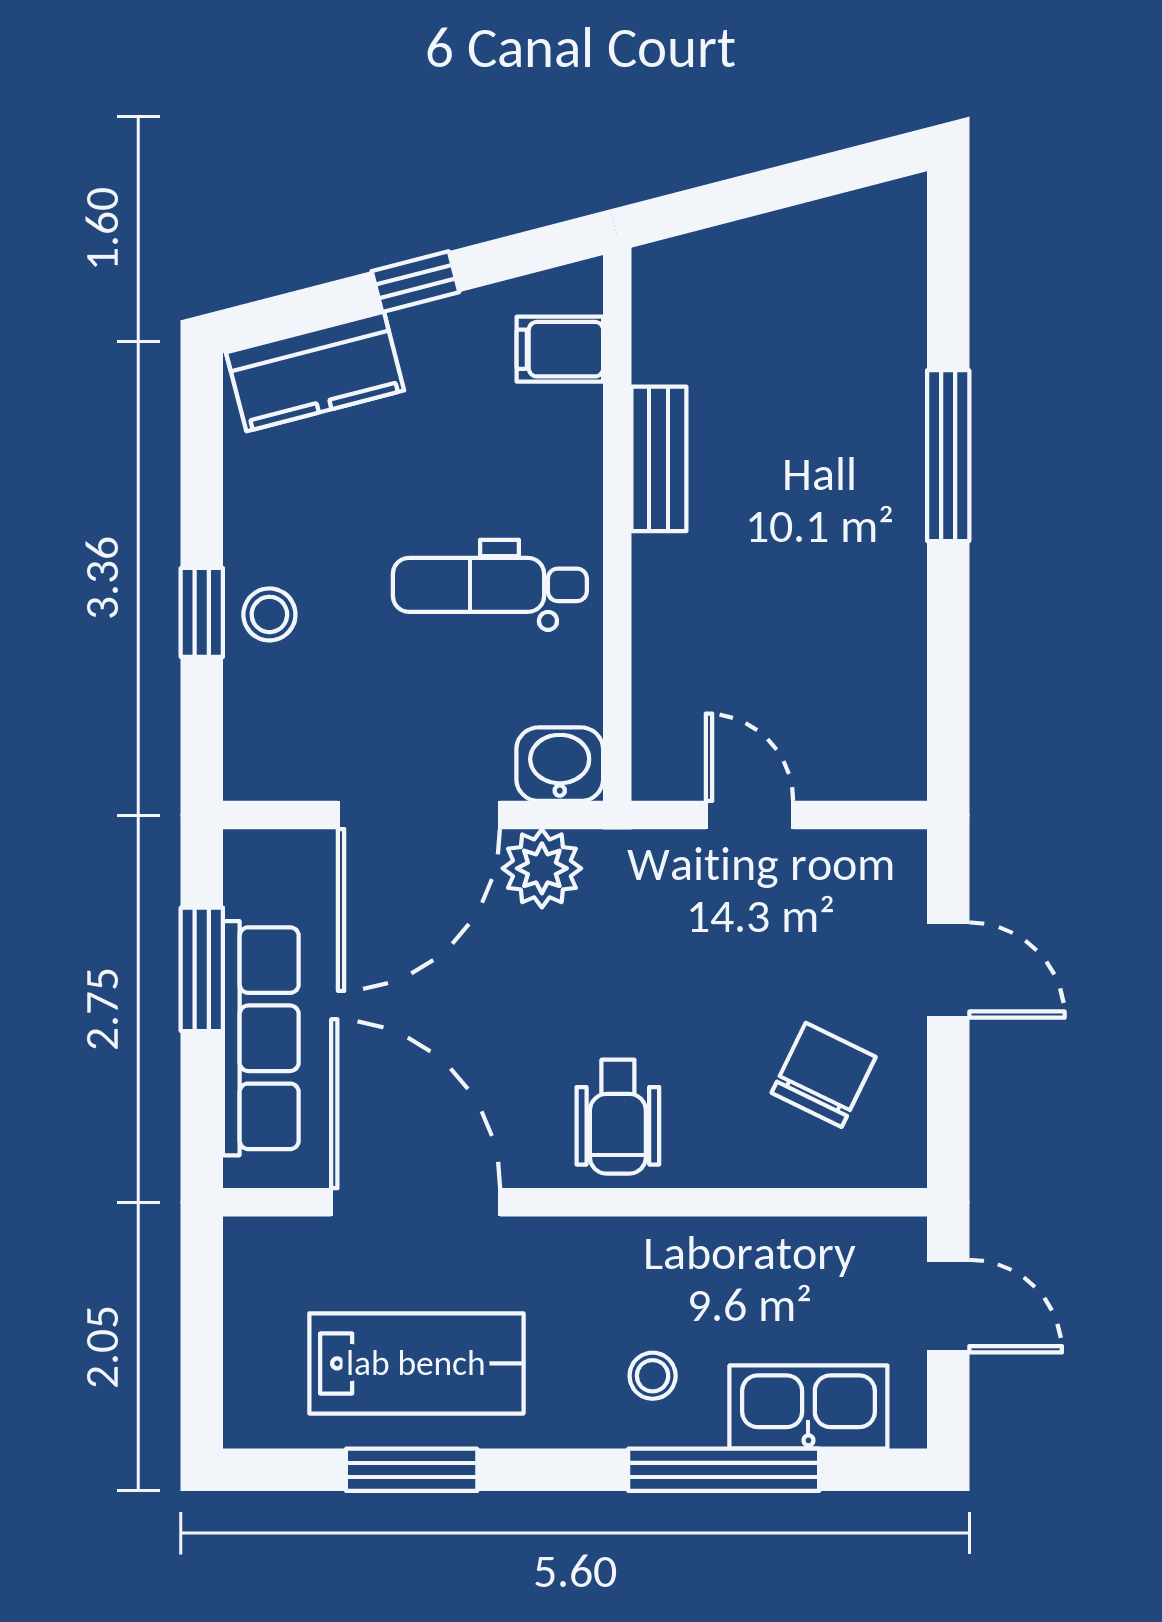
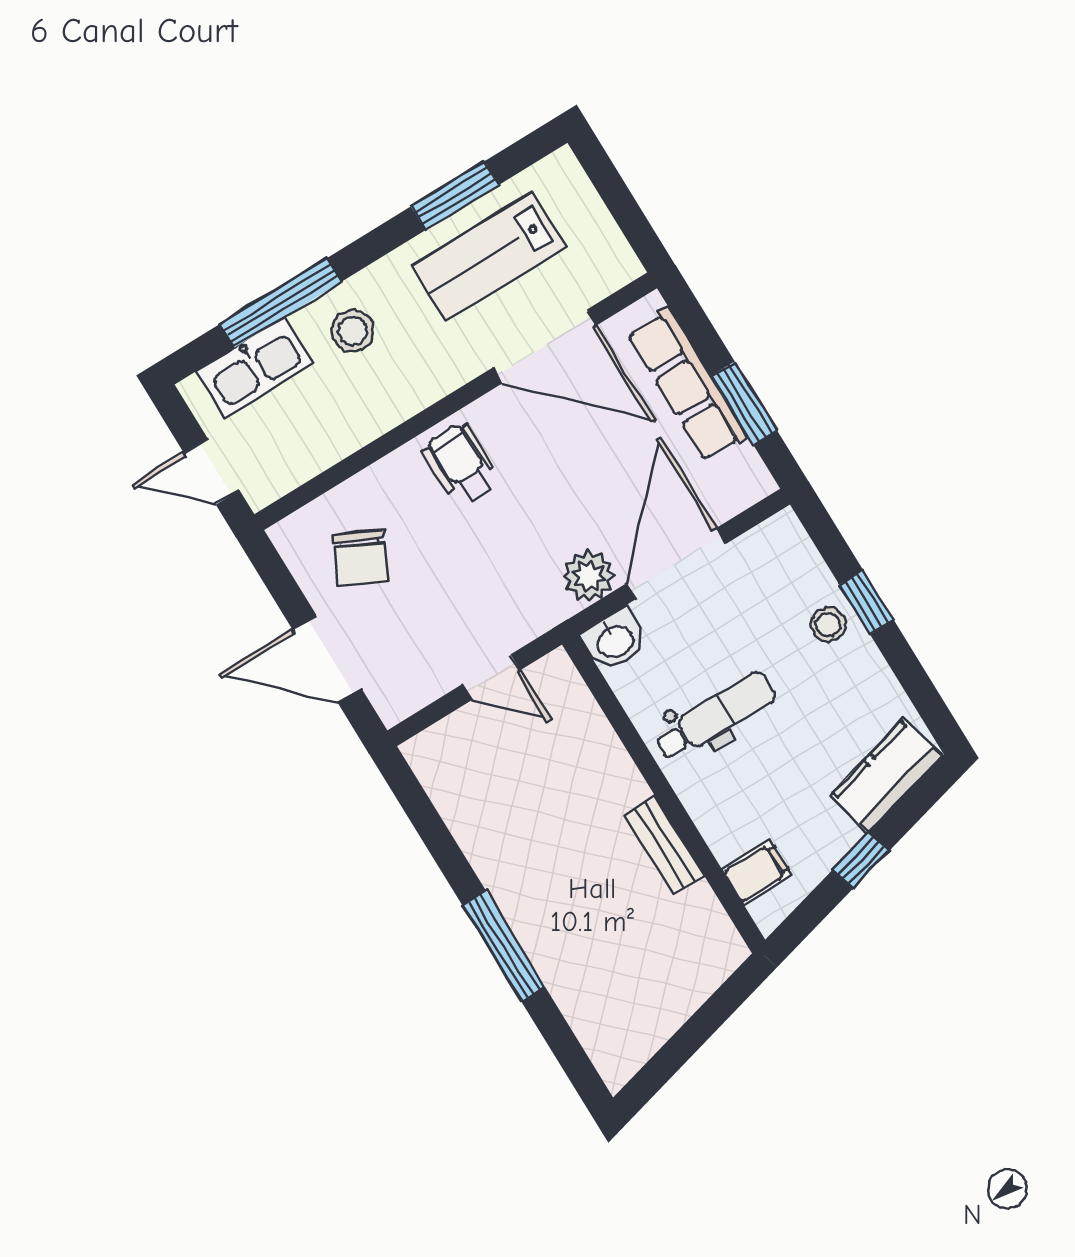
door: (948, 970) -> (327, 659), width x1.38
stool: (653, 1376) -> (353, 331), width x1.37, depth x1.37

